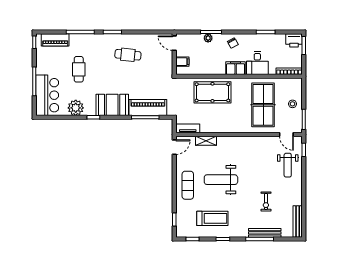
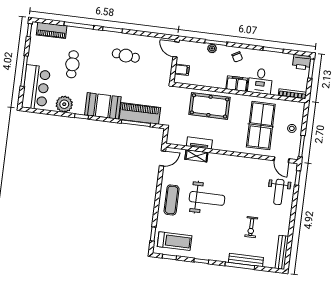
tv unit: (188, 128) -> (199, 143), moved
weight bench: (221, 180) -> (207, 198), turned 180
treadmill: (212, 218) -> (175, 241), moved

